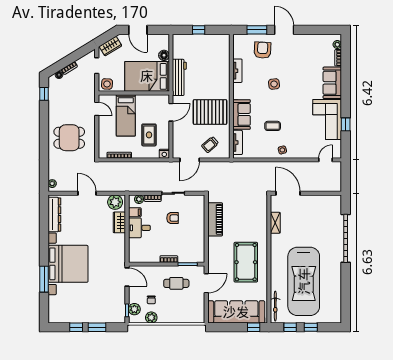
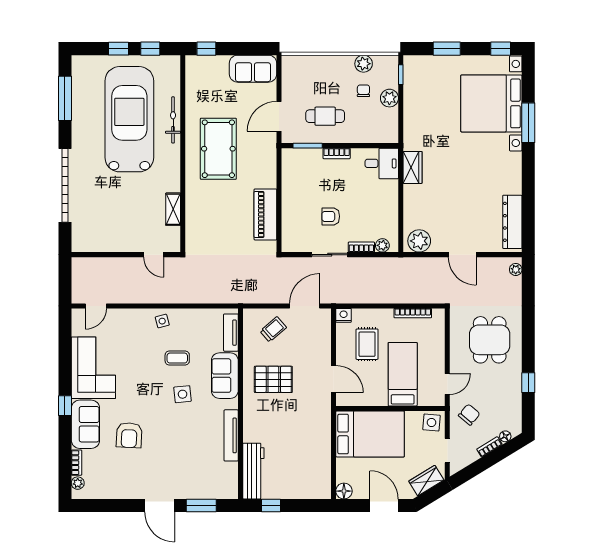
window: (199, 30) -> (271, 506), moved
armchair: (263, 50) -> (129, 435), moved
floor lamp: (164, 55) -> (344, 491), moved
tv unit: (237, 71) -> (231, 435), width x1.41
workbench: (179, 77) -> (253, 471), moved, turned 180
side table: (274, 84) -> (183, 394), moved
chair: (82, 89) -> (469, 415), added
window: (44, 94) -> (528, 383), moved
door: (97, 109) -> (447, 384), swing flipped
door: (171, 112) -> (333, 379), swing flipped
pallet: (210, 112) -> (273, 379), width x0.73, depth x0.71
window: (346, 124) -> (65, 406), moved
dining table: (69, 138) -> (490, 340), turned 90
door: (288, 193) -> (154, 255), width x0.53
filing cabinet: (135, 212) -> (389, 225), removed
wardrobe: (119, 222) -> (413, 167), moved
desk: (139, 228) -> (382, 163), moved
bed with nightstands: (68, 264) -> (491, 103), moved
door: (127, 277) -> (401, 126), removed
window: (346, 295) -> (65, 98), added
bicycle: (275, 306) -> (173, 120), moved
plant: (134, 309) -> (389, 98), moved
sofa: (236, 312) -> (253, 69), width x0.54, depth x0.79
window: (76, 327) -> (501, 49), moved

